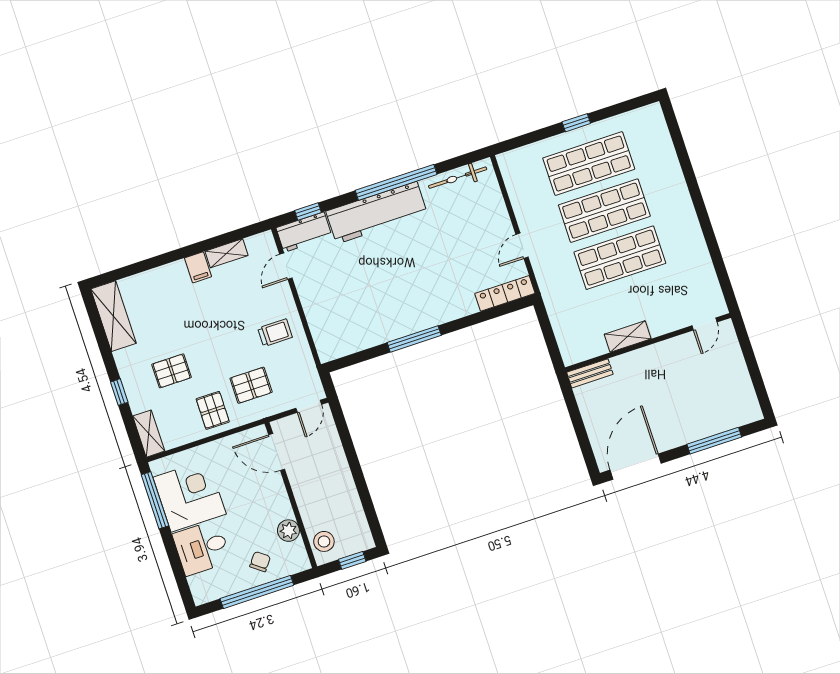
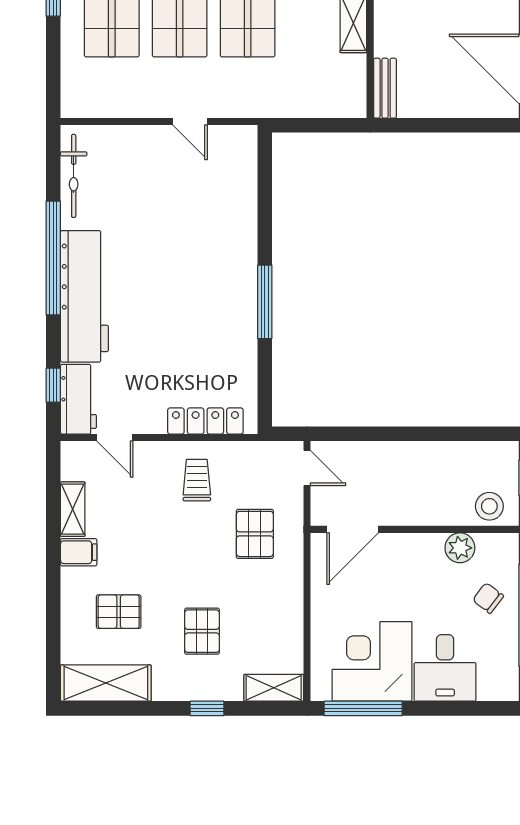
locker: (505, 293) -> (205, 421), moved, turned 90
pallet: (213, 410) -> (119, 612), moved

